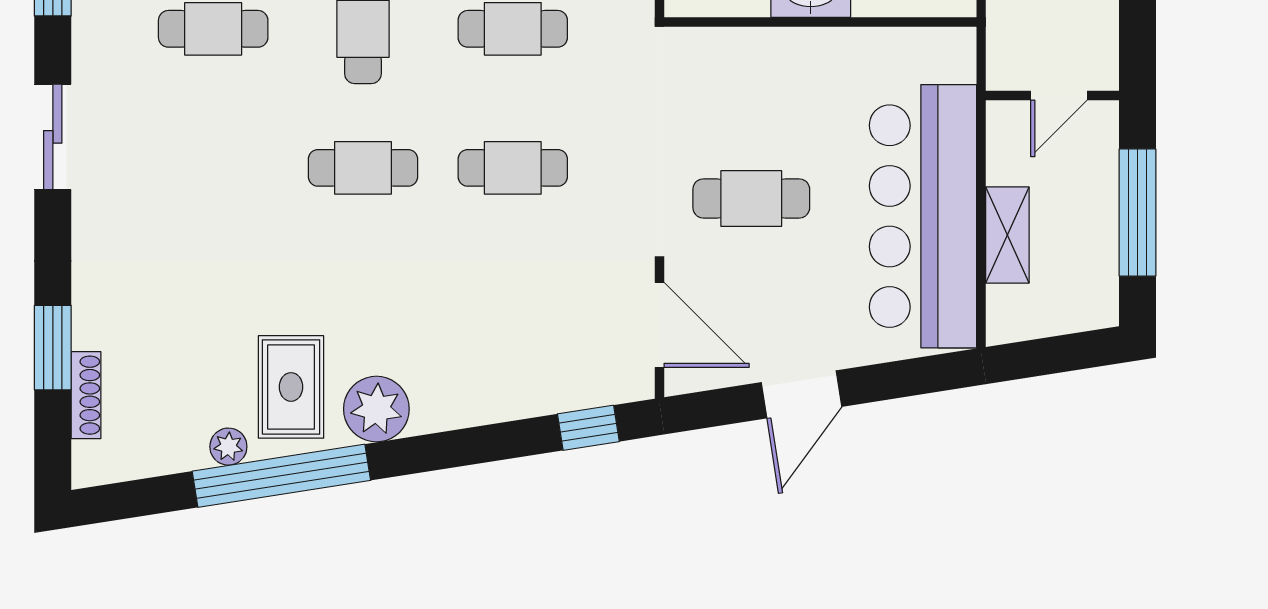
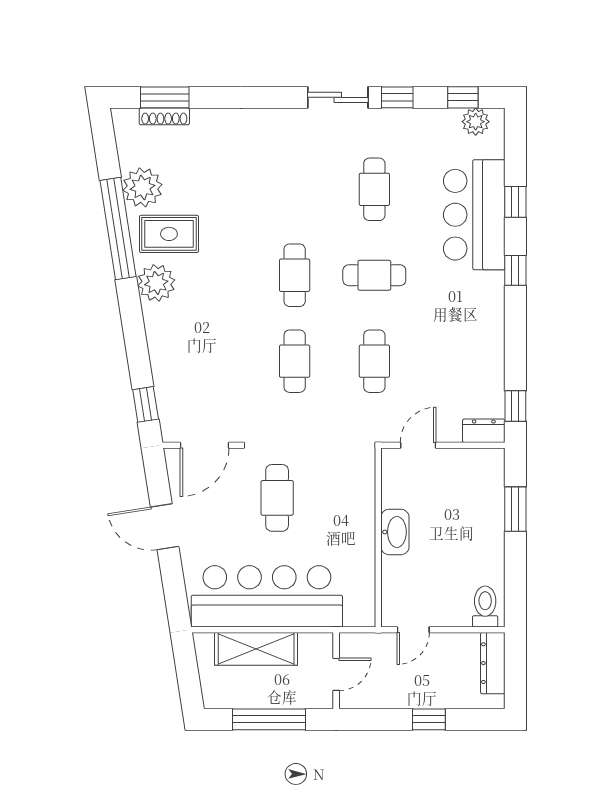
door: (1059, 95) -> (336, 674), swing flipped
sliding door: (53, 137) -> (338, 97), moved
shelving: (1007, 235) -> (256, 649), width x1.50, depth x1.33
window: (53, 348) -> (165, 97), moved
plant: (228, 447) -> (143, 187), width x1.87, depth x1.87

